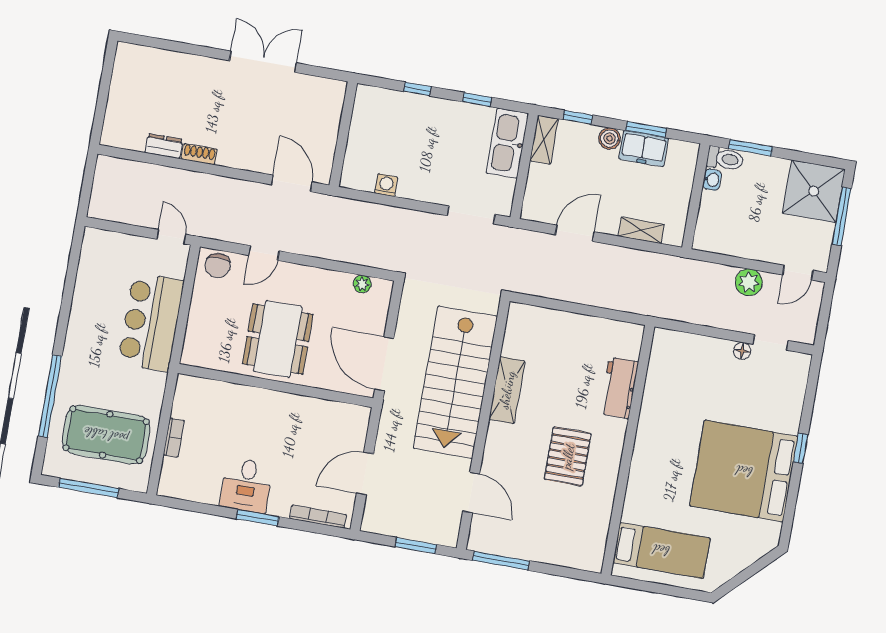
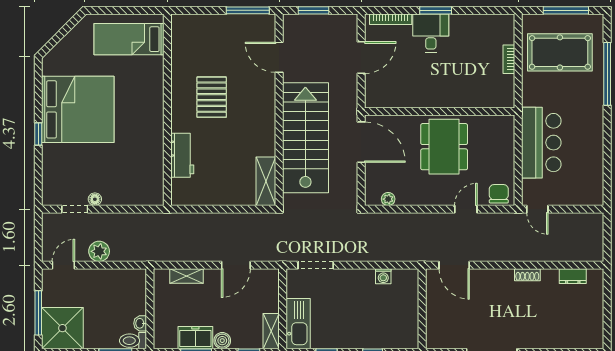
dresser: (164, 146) -> (573, 276), moved
shelving: (507, 390) -> (266, 181), moved
desk: (246, 485) -> (431, 33), moved

